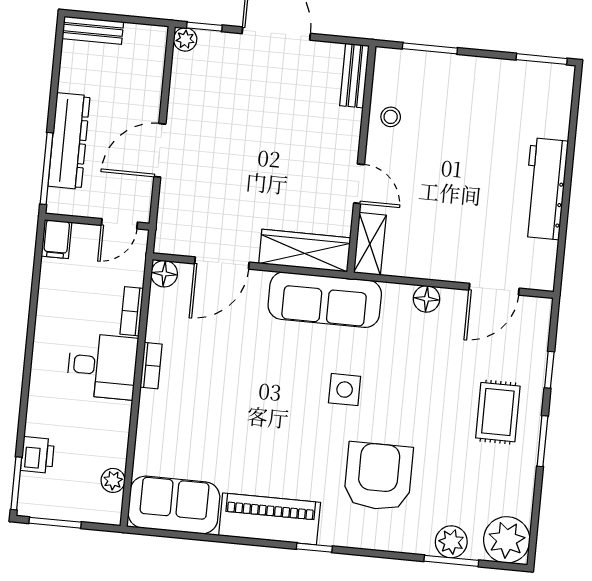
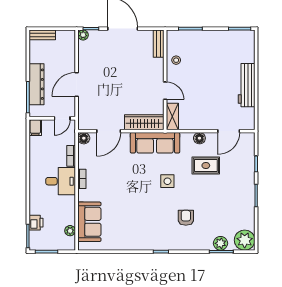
rug: (498, 412) -> (206, 166), moved, turned 90
armchair: (378, 476) -> (186, 218), width x0.53, depth x0.53
sofa: (174, 505) -> (89, 222), moved, turned 90
piano: (270, 519) -> (140, 241), removed

